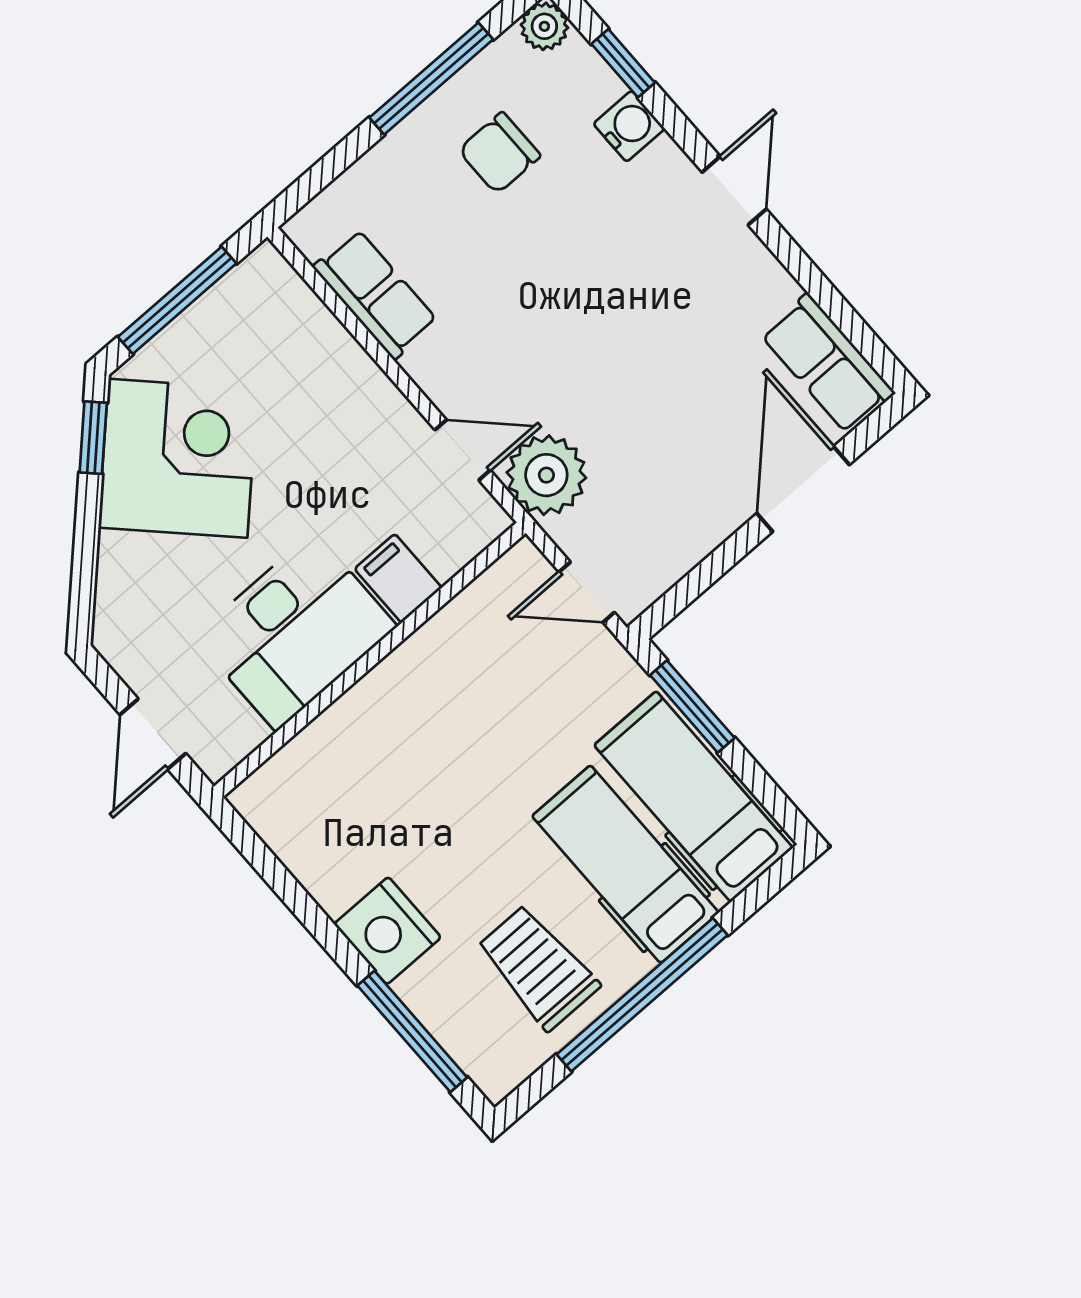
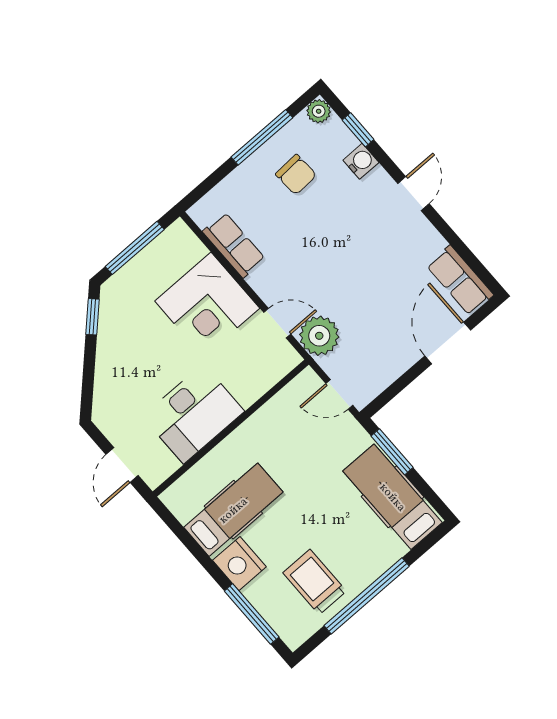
chair: (499, 153) -> (296, 175), turned -93
corner desk: (178, 458) -> (207, 305), moved, turned 135
filing cabinet: (398, 578) -> (245, 387), removed
hospital bed: (625, 864) -> (233, 510), moved, turned 90

